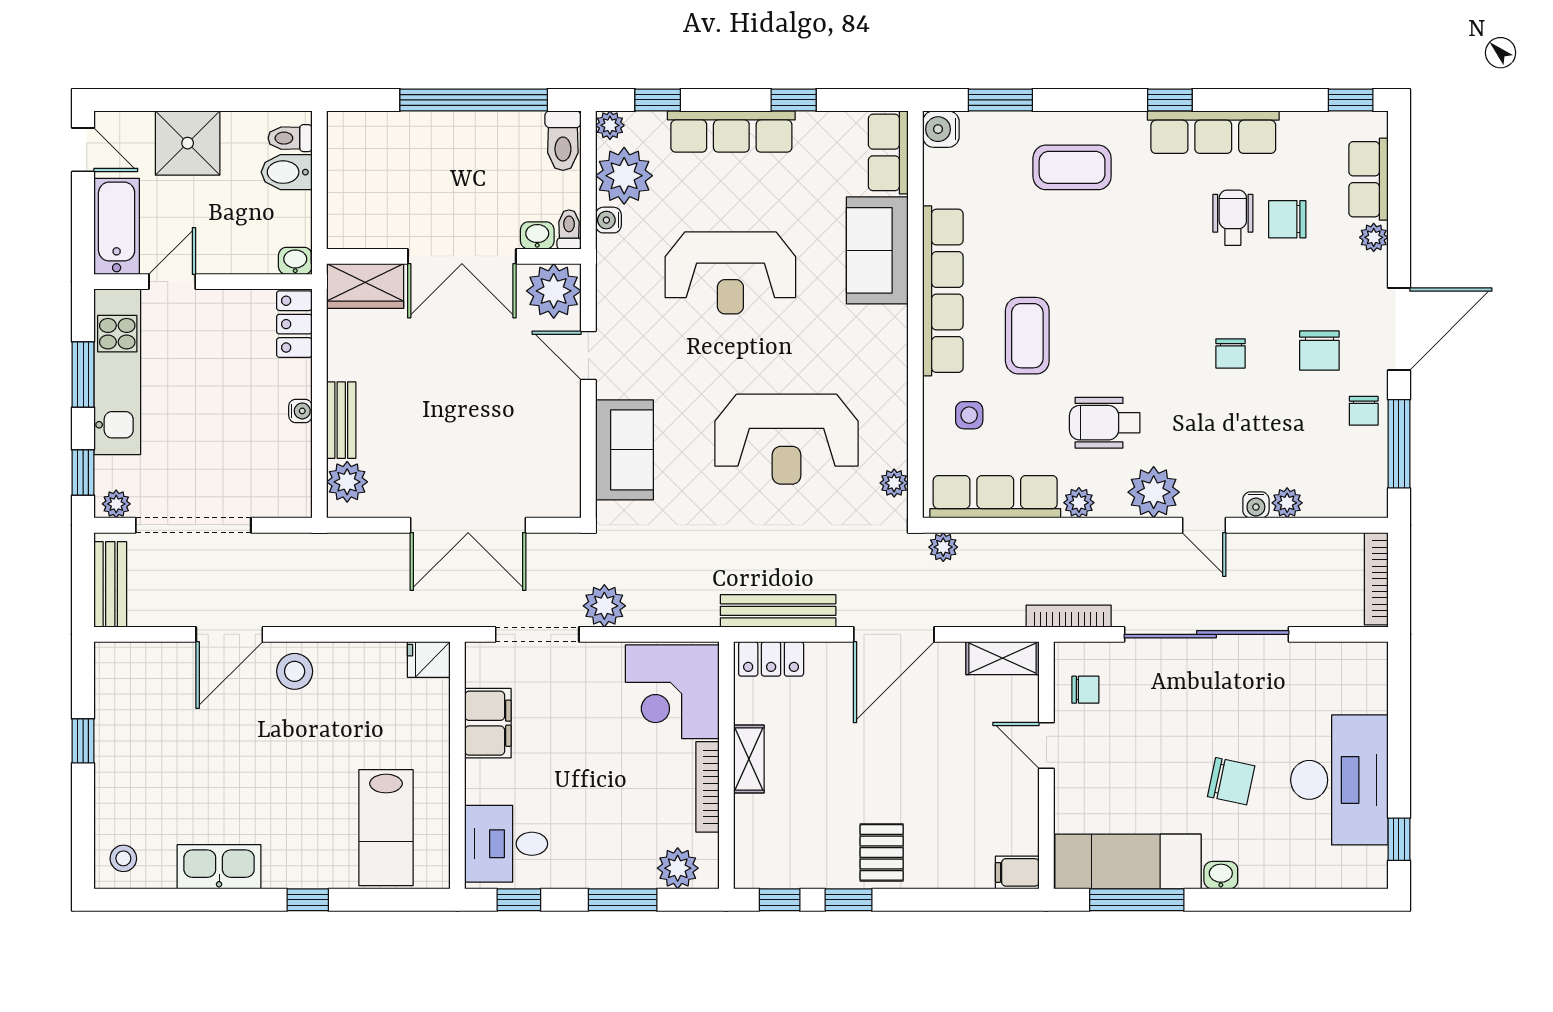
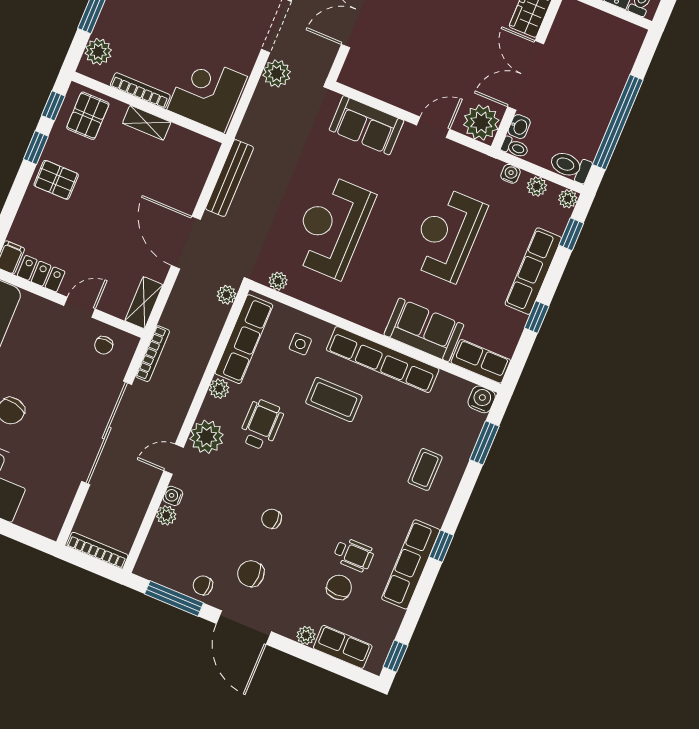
coffee table: (1072, 167) -> (425, 469), width x0.73, depth x0.77
plant: (624, 176) -> (537, 186), width x0.53, depth x0.53
locker: (771, 659) -> (41, 274), moved, turned 90
pallet: (773, 846) -> (88, 116), added

